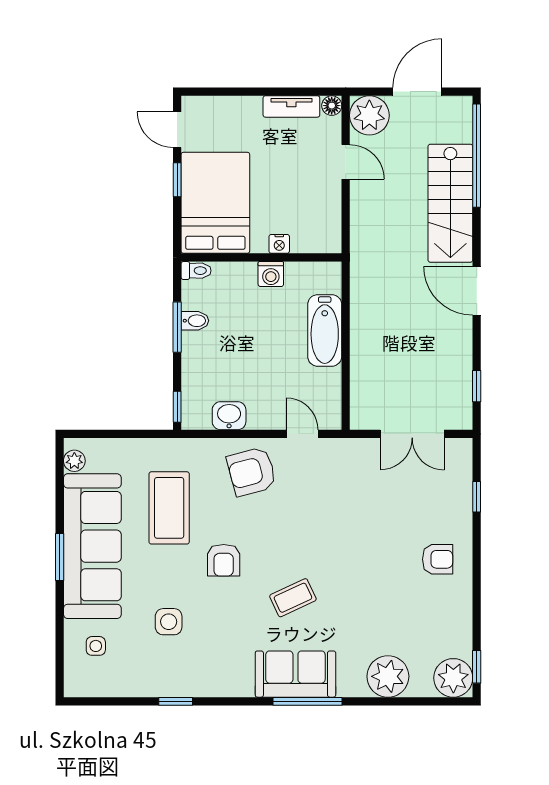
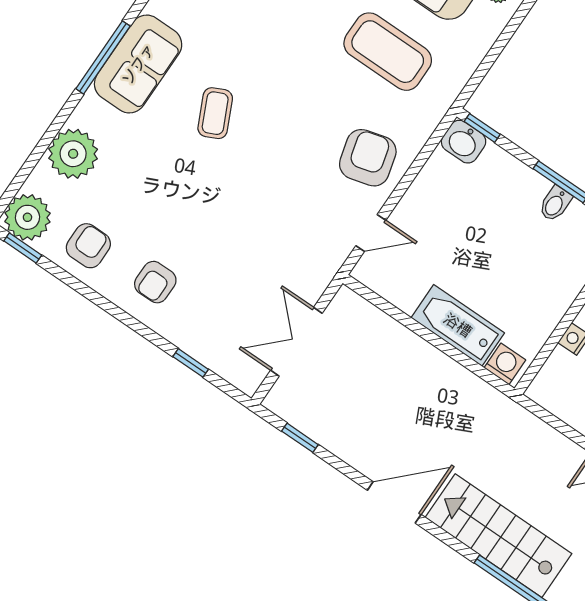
washing machine: (271, 274) -> (505, 364), moved, turned 90
washbasin: (229, 416) -> (464, 142), moved, turned 90
armchair: (224, 560) -> (88, 246), moved, turned 90

